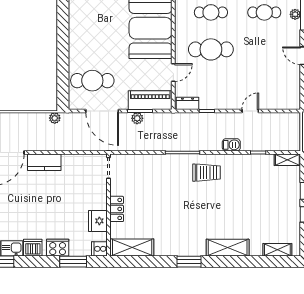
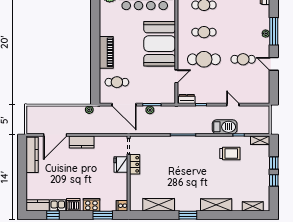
cafe table: (264, 12) -> (243, 59), moved
cafe table: (92, 81) -> (117, 82), width x0.73, depth x0.74
piano: (150, 100) -> (106, 52), moved, turned 90
door: (250, 111) -> (233, 105), hinge flipped
barbecue: (231, 145) -> (225, 127), width x1.88, depth x1.53
trolley: (207, 173) -> (230, 154), moved
locker: (117, 209) -> (135, 164), moved
fridge: (98, 221) -> (121, 165), moved
shelving: (132, 248) -> (159, 205), moved

